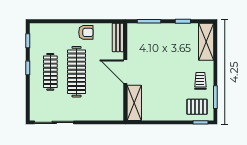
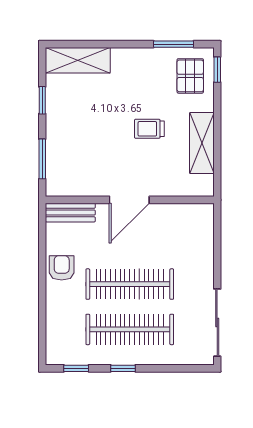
clothes rail: (50, 72) -> (130, 329), width x1.37, depth x1.31
trolley: (200, 81) -> (149, 129), moved
shelving: (134, 103) -> (202, 143), moved, turned 90

